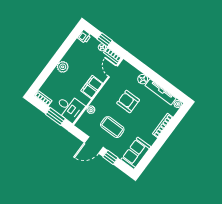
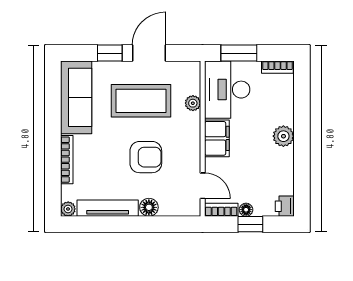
desk: (69, 108) -> (227, 90), width x1.37
coffee table: (112, 127) -> (141, 101), width x1.36, depth x1.32
sofa: (136, 153) -> (76, 97), width x1.36

